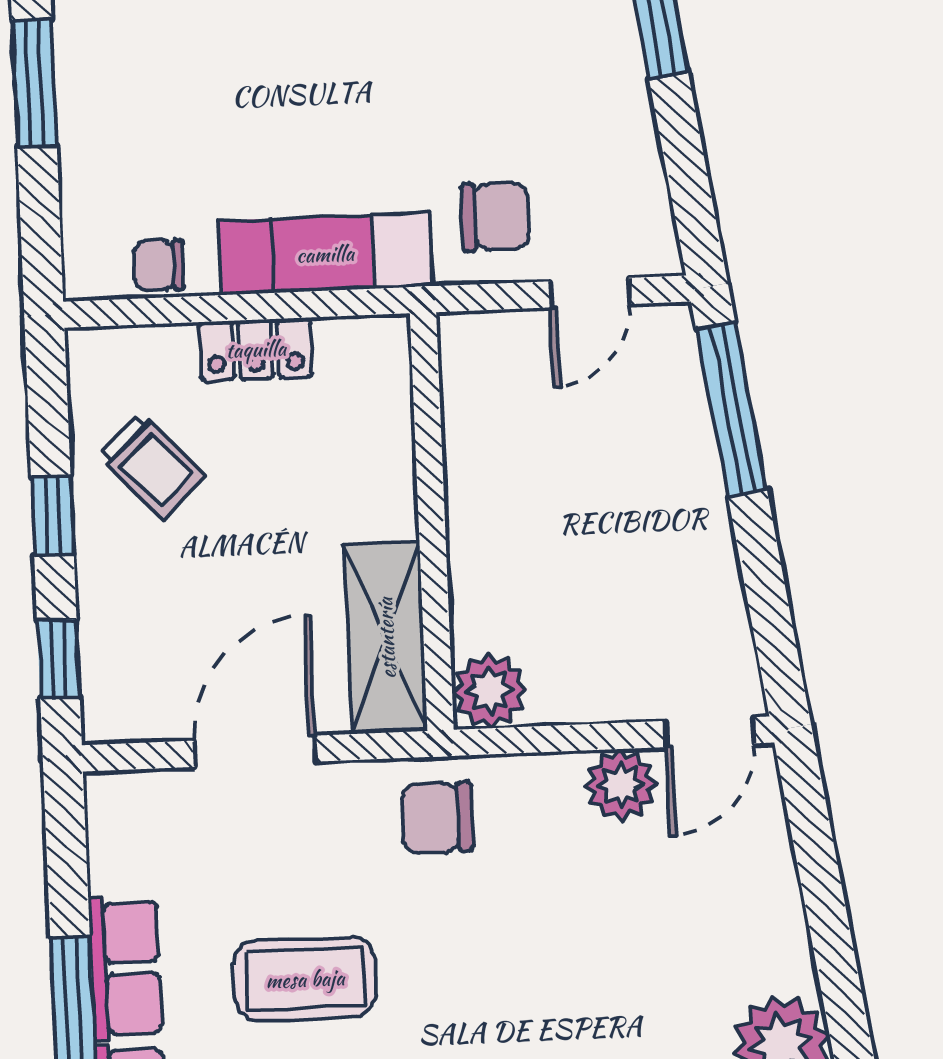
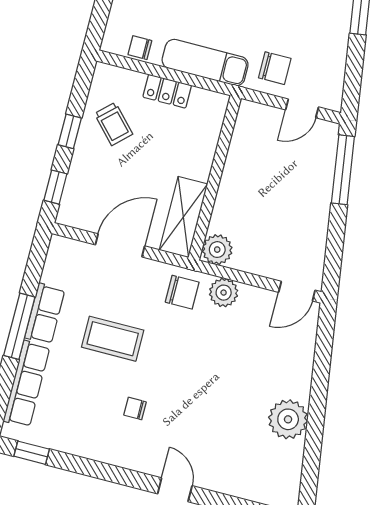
plant: (621, 785) -> (224, 293), moved
chair: (437, 818) -> (182, 292), turned 180

